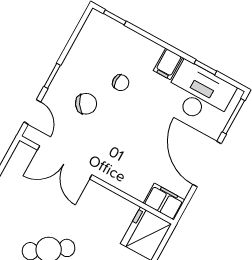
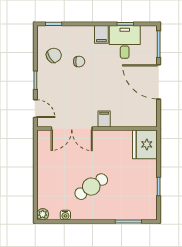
desk: (199, 94) -> (125, 42), width x0.73
chair: (86, 104) -> (54, 55), moved
filing cabinet: (164, 202) -> (104, 119), moved, width x0.50

